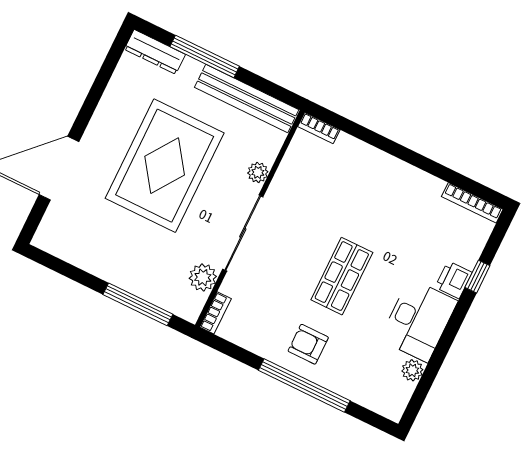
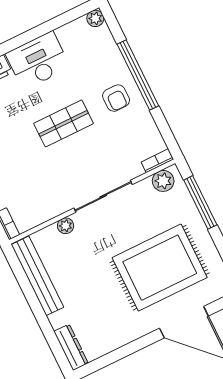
window: (205, 56) -> (43, 321), removed
rug: (165, 166) -> (160, 268), moved
plant: (203, 277) -> (163, 181), moved
plant: (412, 370) -> (95, 18), moved

